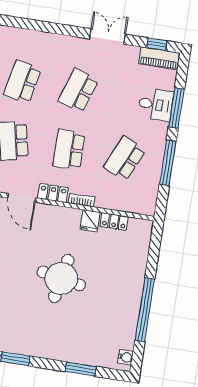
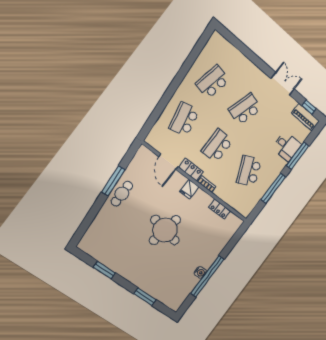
school desk: (125, 158) -> (249, 171), turned -48
fridge: (90, 221) -> (189, 189), moved
water cooler: (125, 357) -> (200, 272), moved

